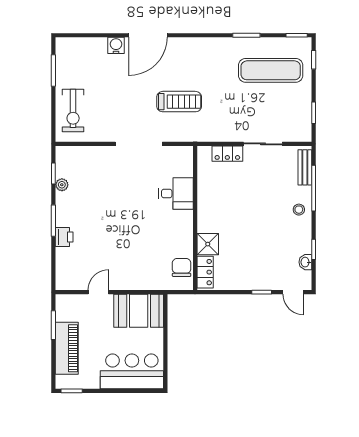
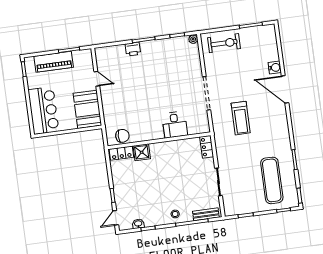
exercise bike: (73, 111) -> (224, 43), turned 180
locker: (227, 154) -> (207, 147), moved
plant: (62, 185) -> (193, 39), moved

